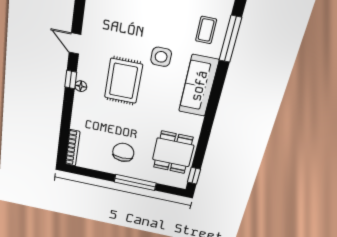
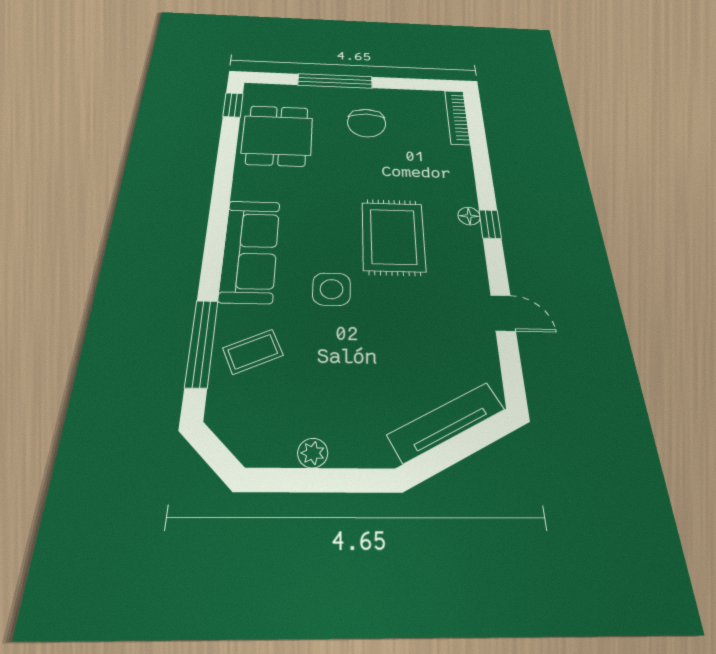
coffee table: (206, 30) -> (253, 352), turned 66
door: (75, 43) -> (503, 313), moved

